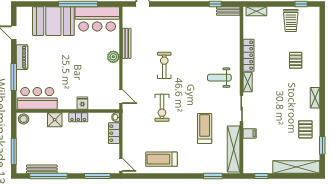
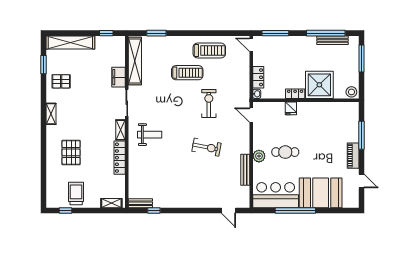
pallet: (296, 60) -> (71, 152), width x1.50, depth x1.42
cafe table: (88, 61) -> (285, 152), added
exercise bike: (164, 65) -> (206, 147), turned -79
bar counter: (37, 98) -> (337, 113), removed
shower: (55, 120) -> (319, 85), width x1.86, depth x1.86
treadmill: (205, 128) -> (187, 73), moved, turned -90
pallet: (305, 129) -> (61, 81), turned 90
filing cabinet: (250, 133) -> (118, 77), width x2.00

